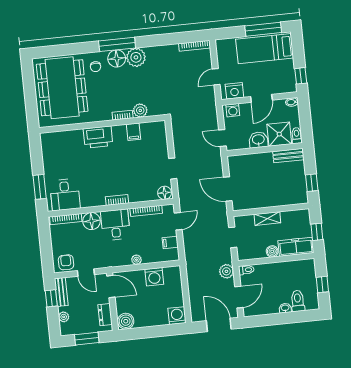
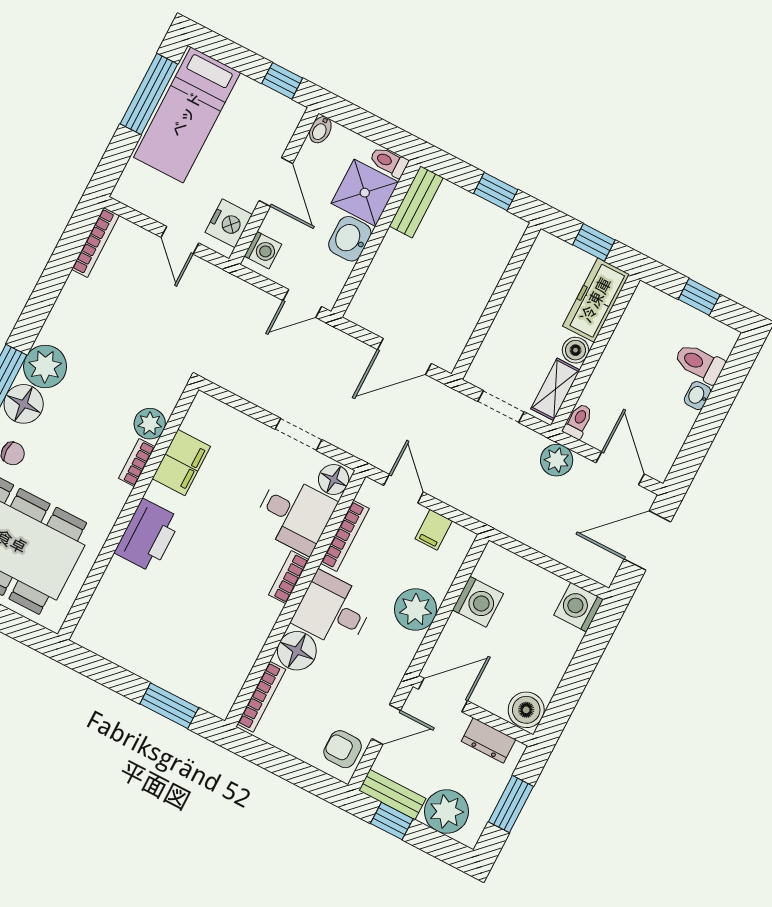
filing cabinet: (133, 132) -> (181, 462), width x2.00
desk: (65, 195) -> (295, 514), moved
shelving: (267, 219) -> (555, 389), moved
plant: (136, 260) -> (416, 610), width x1.87, depth x1.87
plant: (64, 317) -> (446, 812), width x1.87, depth x1.87

